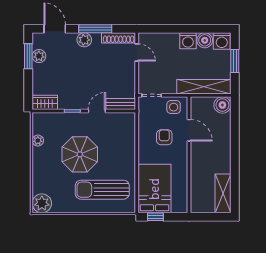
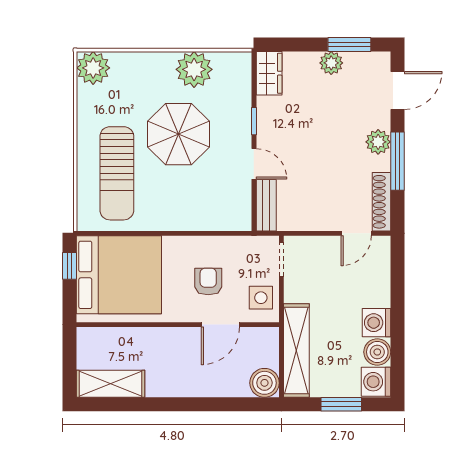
plant: (39, 56) -> (331, 63), moved
armchair: (164, 137) -> (208, 282), turned -90
plant: (38, 141) -> (194, 69), width x1.87, depth x1.87
bed: (154, 189) -> (119, 275), width x1.36
sun lounger: (102, 190) -> (117, 173), turned 180

